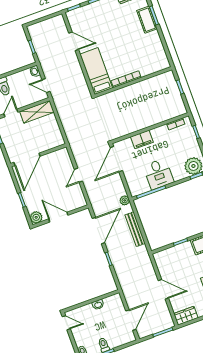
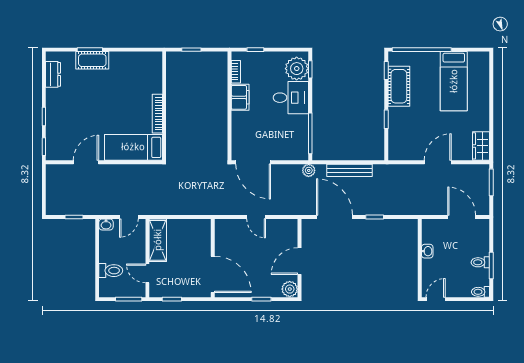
filing cabinet: (142, 139) -> (240, 97), moved
desk: (159, 174) -> (291, 98), moved

